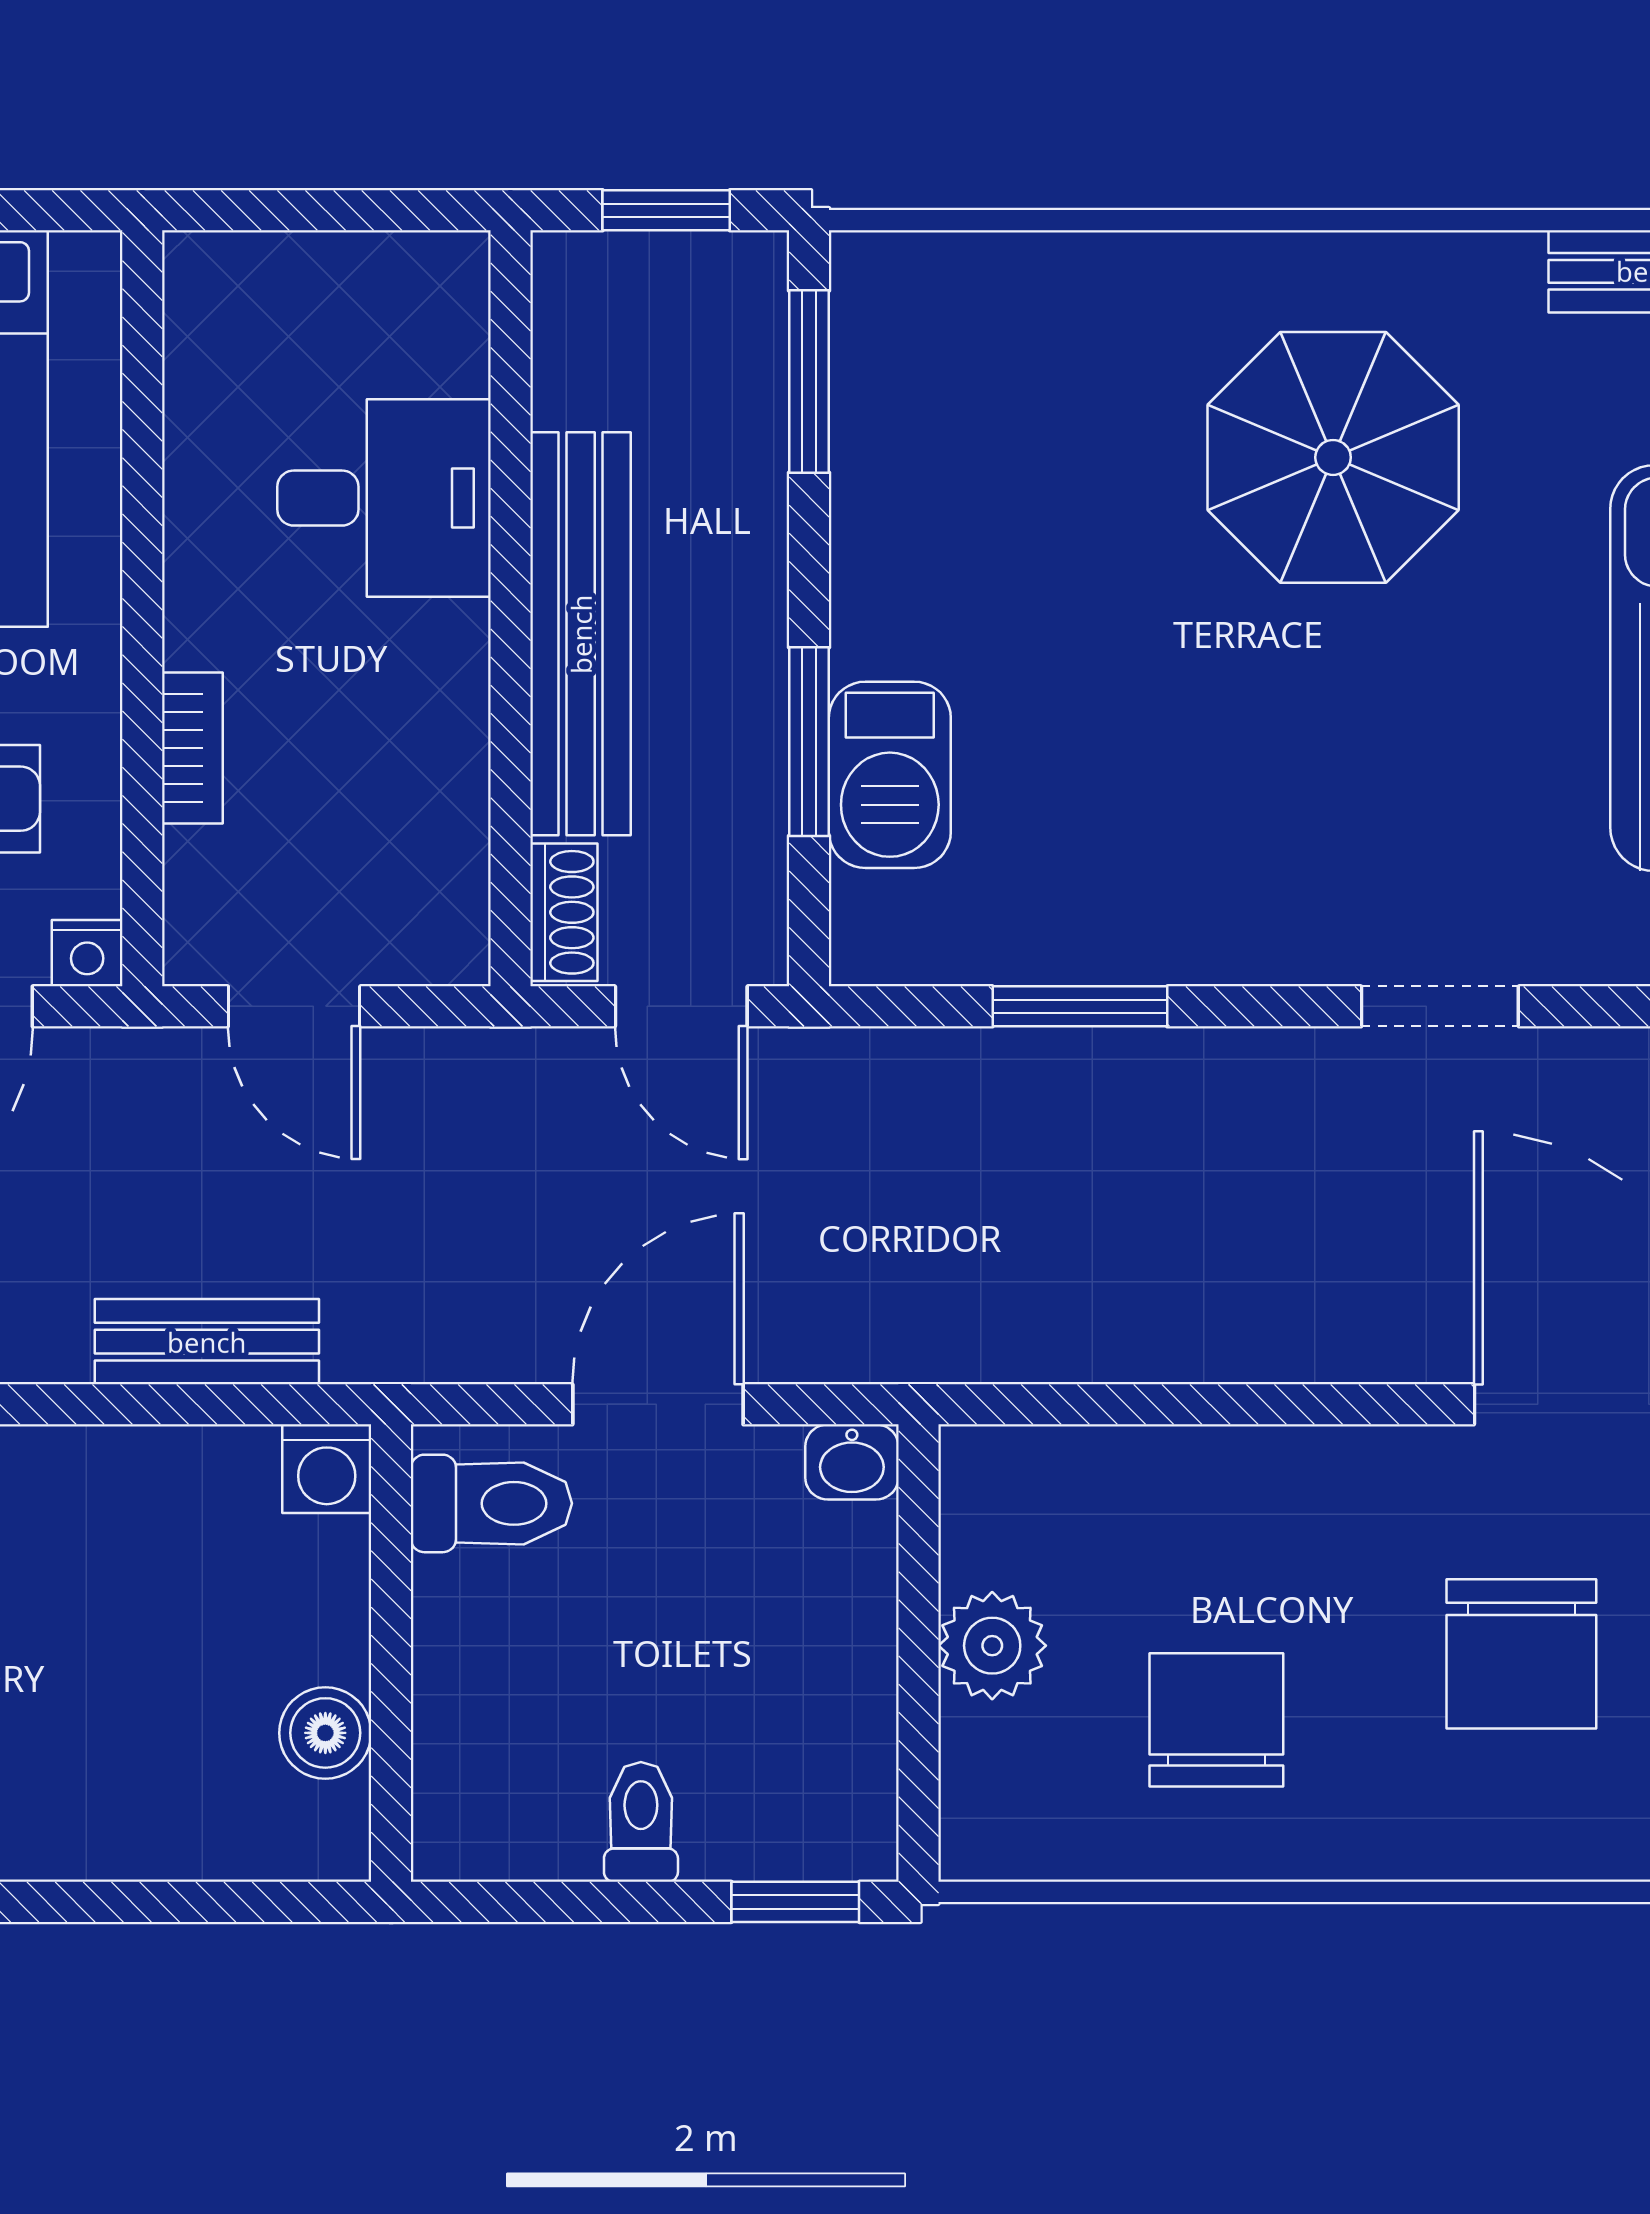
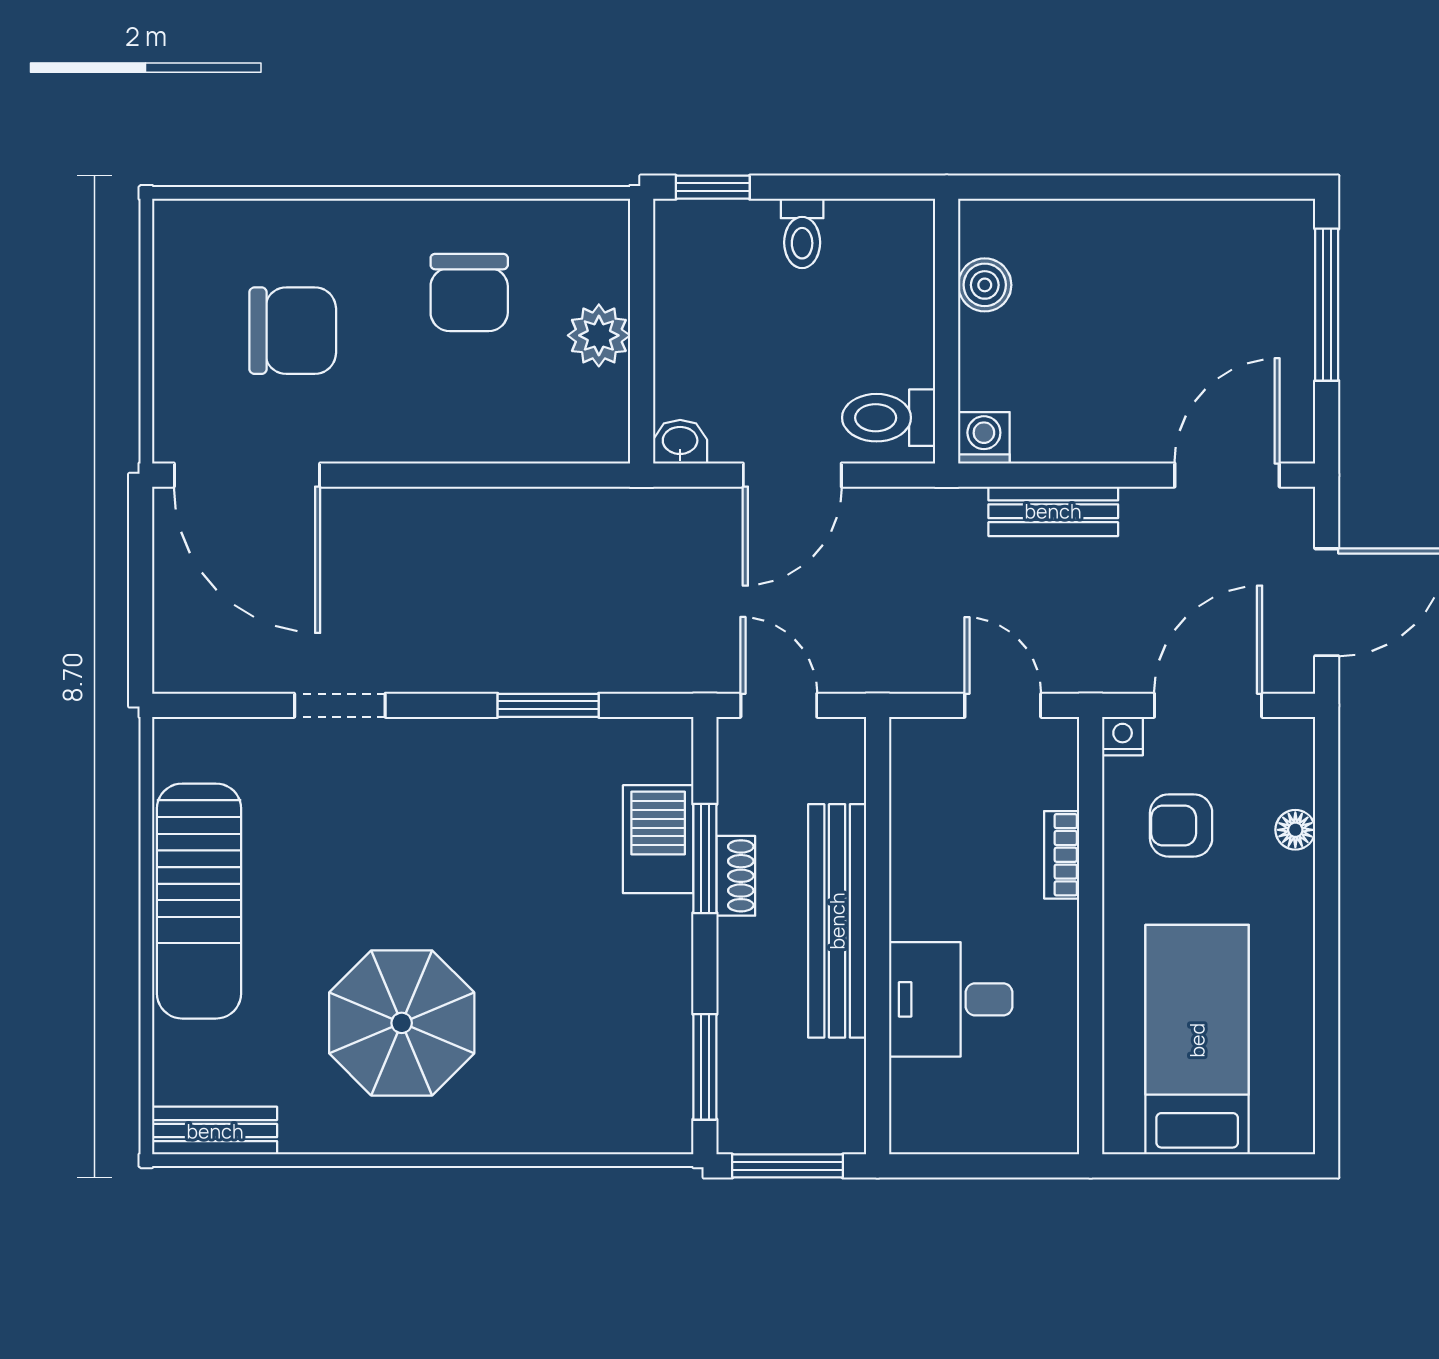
window: (666, 210) -> (787, 1166), width x1.50
shoe rack: (564, 912) -> (736, 876), moved, turned 180
chair: (1521, 1654) -> (293, 331), turned 90

